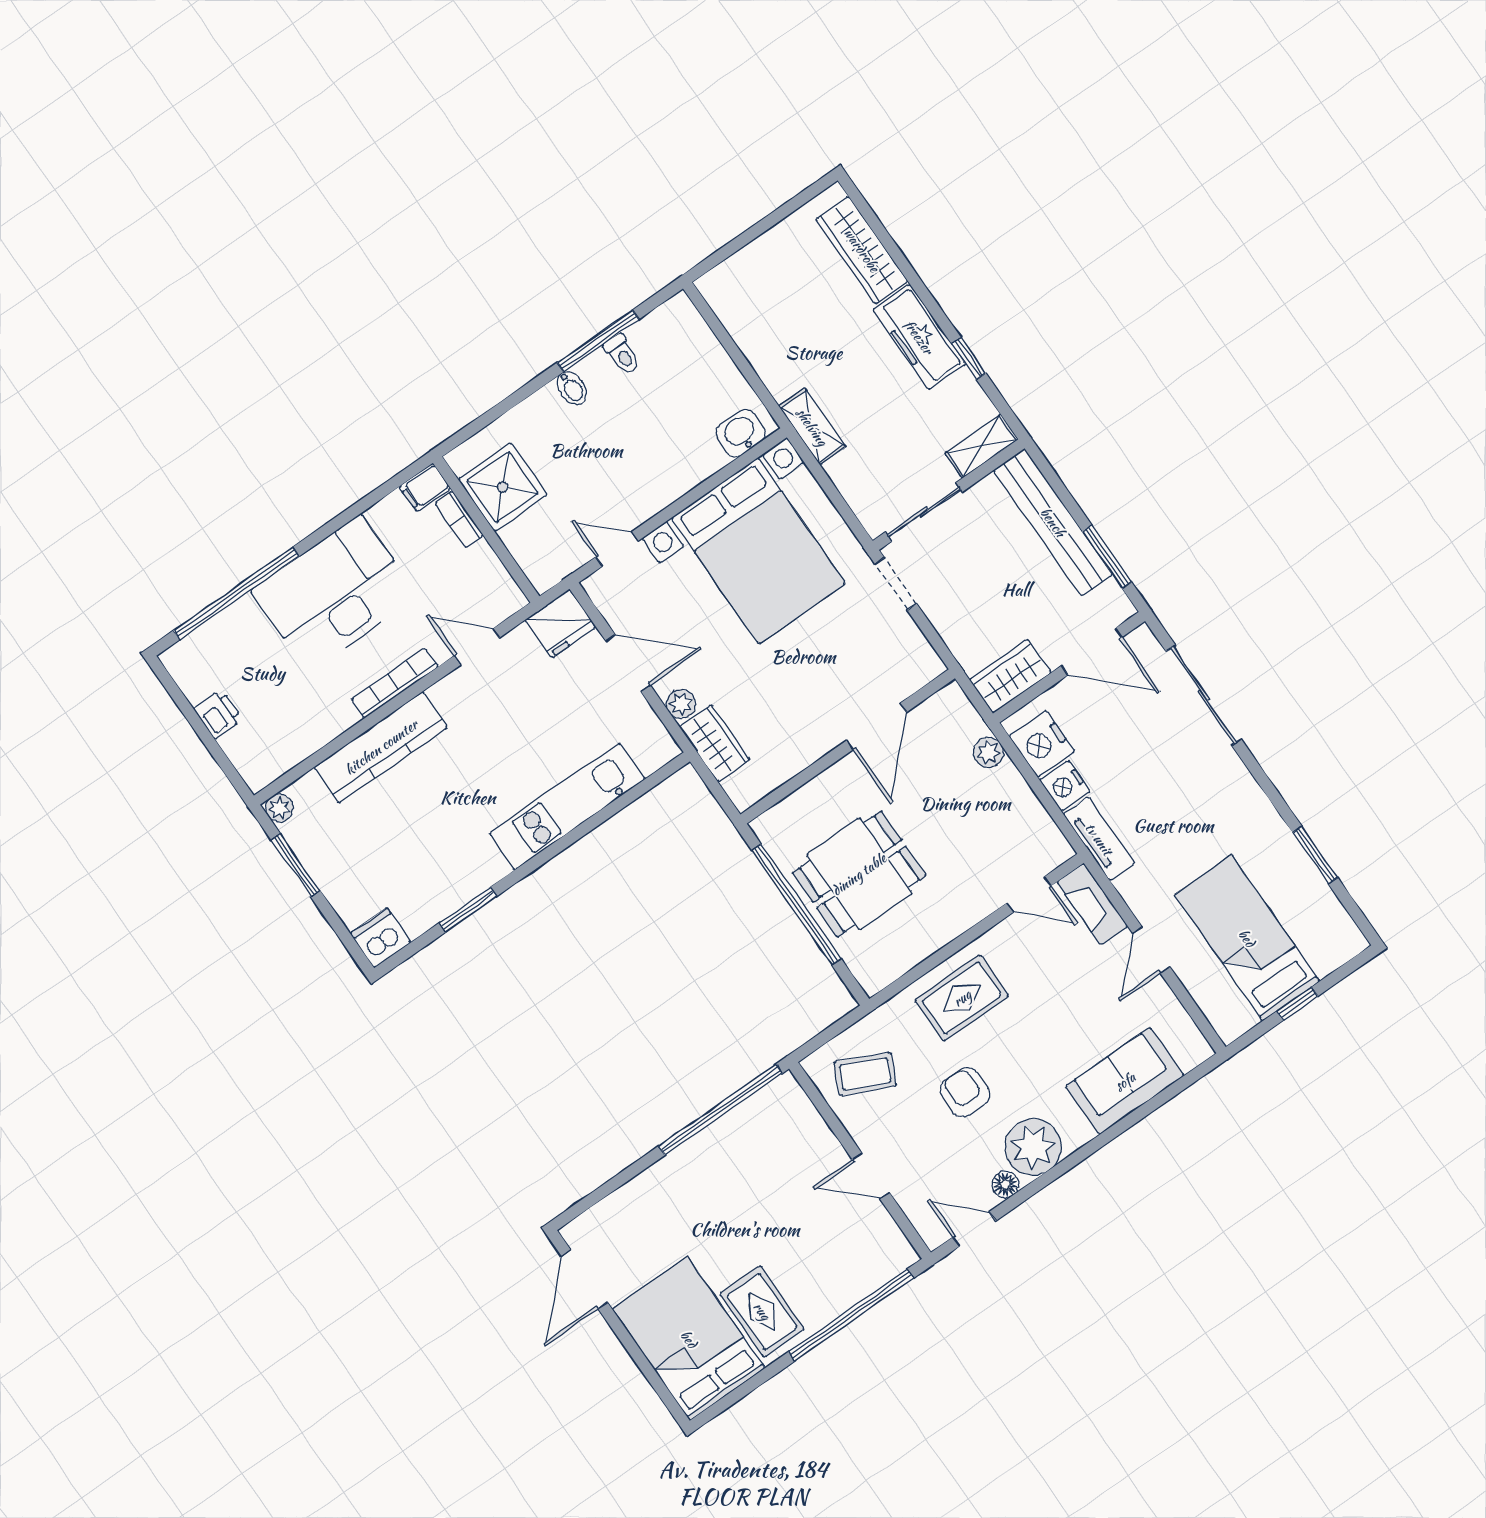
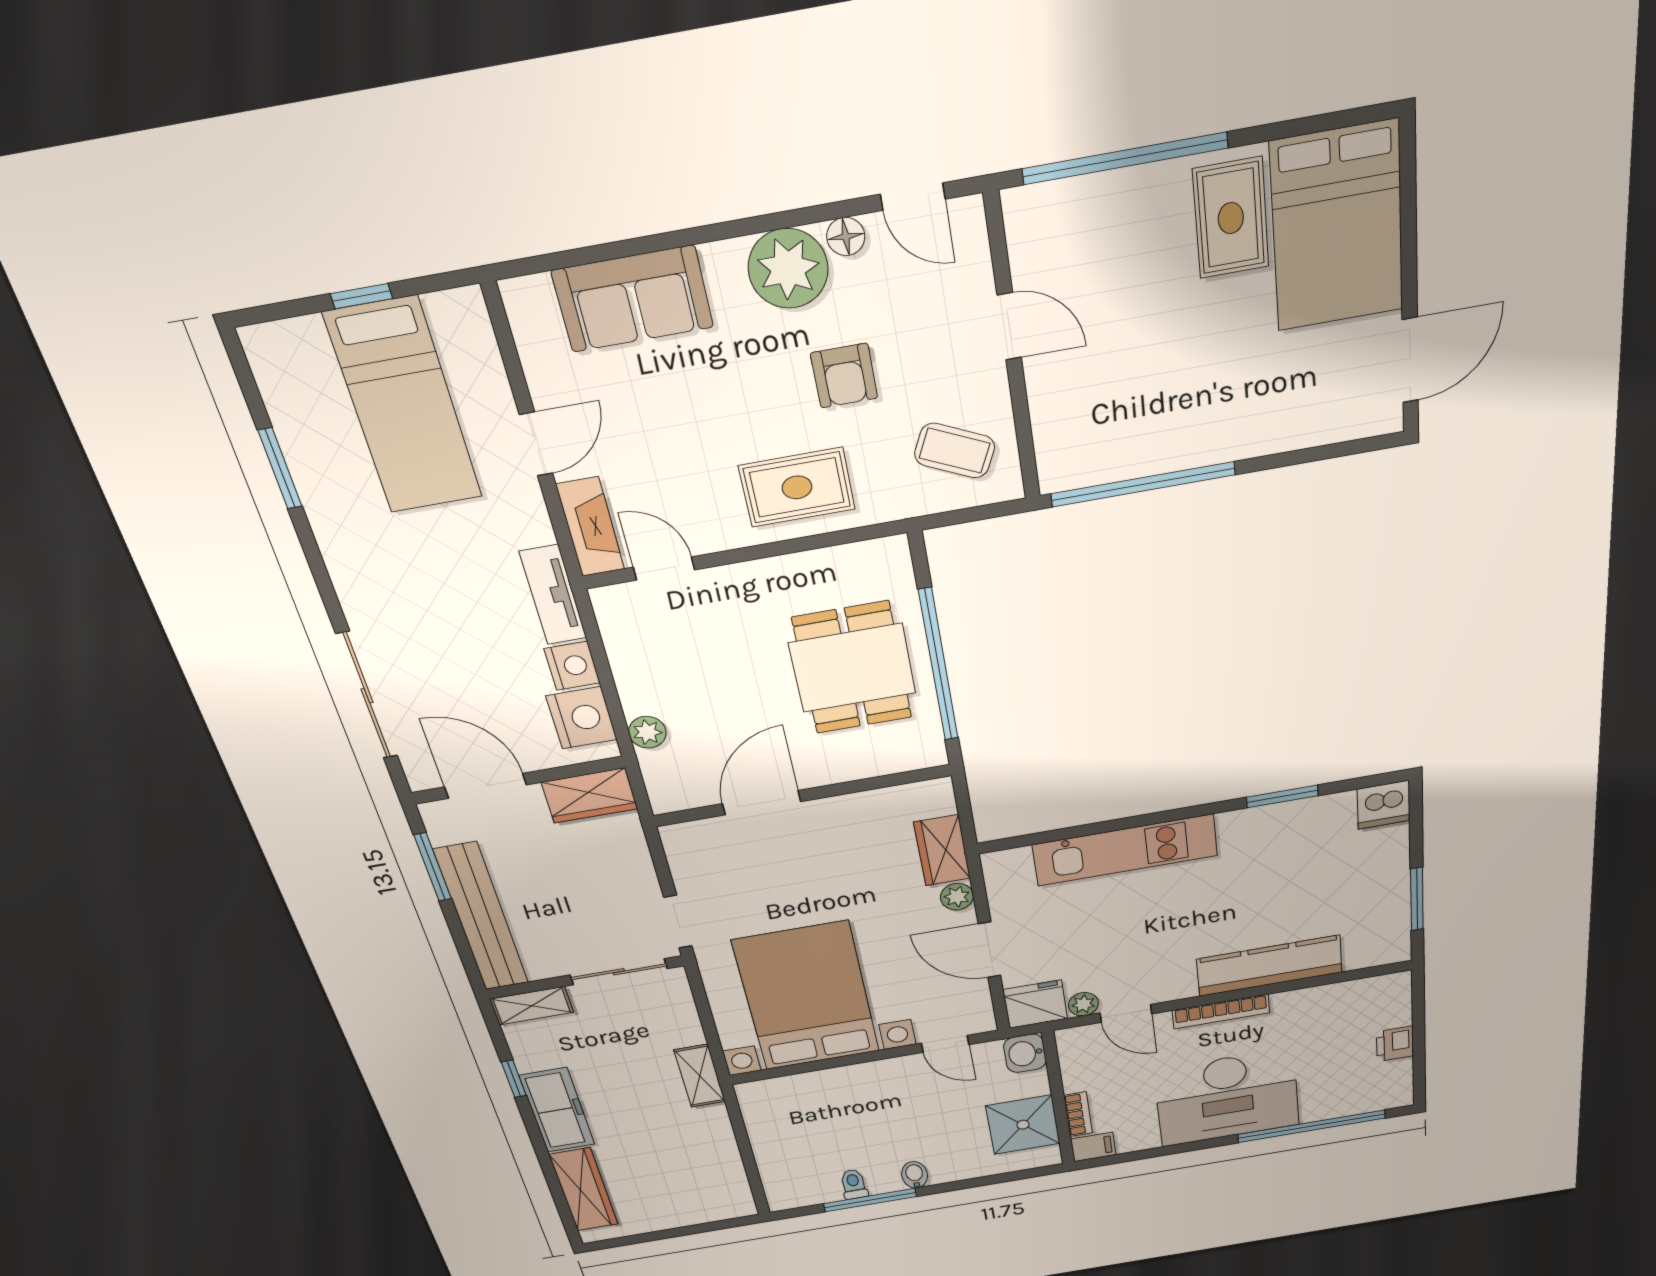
washbasin: (741, 433) -> (1025, 1053), moved, turned 90
plant: (279, 808) -> (1083, 1004), moved
dining table: (859, 874) -> (852, 668), turned 90

